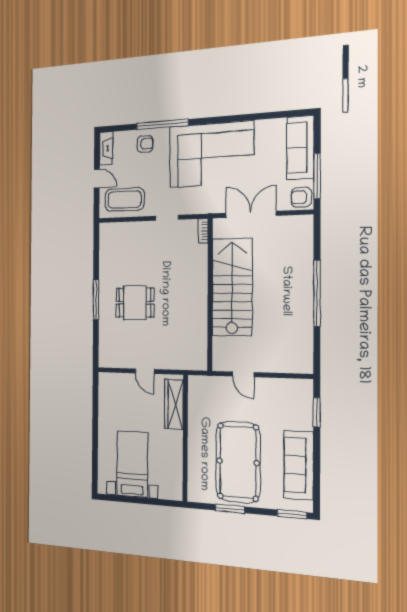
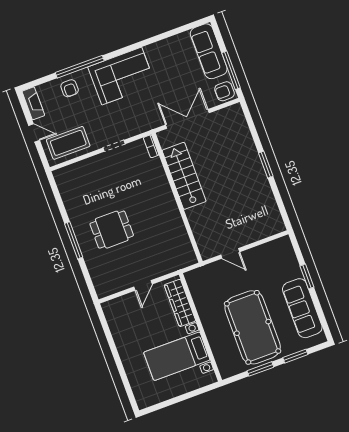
armchair: (145, 144) -> (70, 88), turned 90
corner sofa: (211, 154) -> (122, 76), width x0.73, depth x0.74
stairs: (232, 287) -> (184, 176), width x0.73, depth x0.66
window: (317, 293) -> (266, 165), width x0.47
door: (145, 371) -> (143, 285), hinge flipped
window: (317, 412) -> (307, 276), moved
bed with nightstands: (132, 464) -> (177, 356), moved, turned -90
window: (292, 514) -> (295, 356), moved

